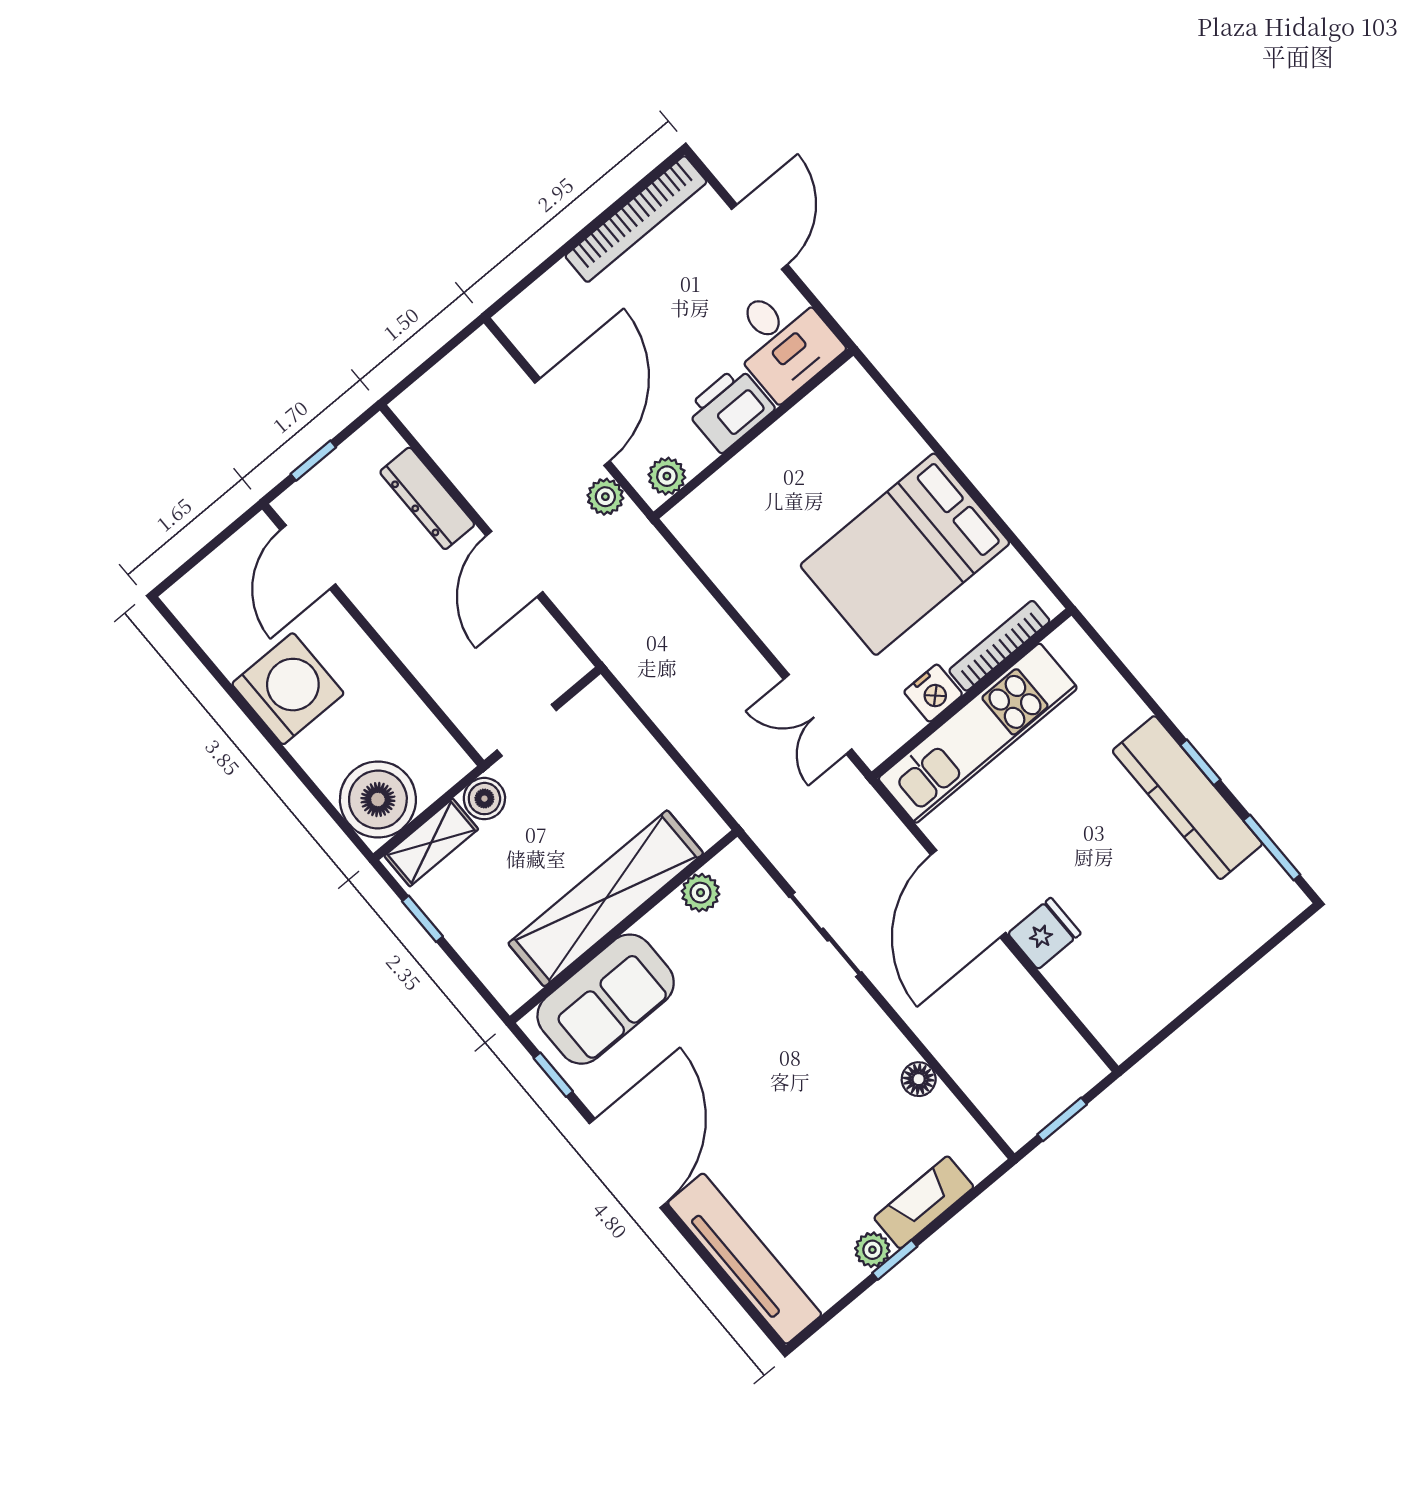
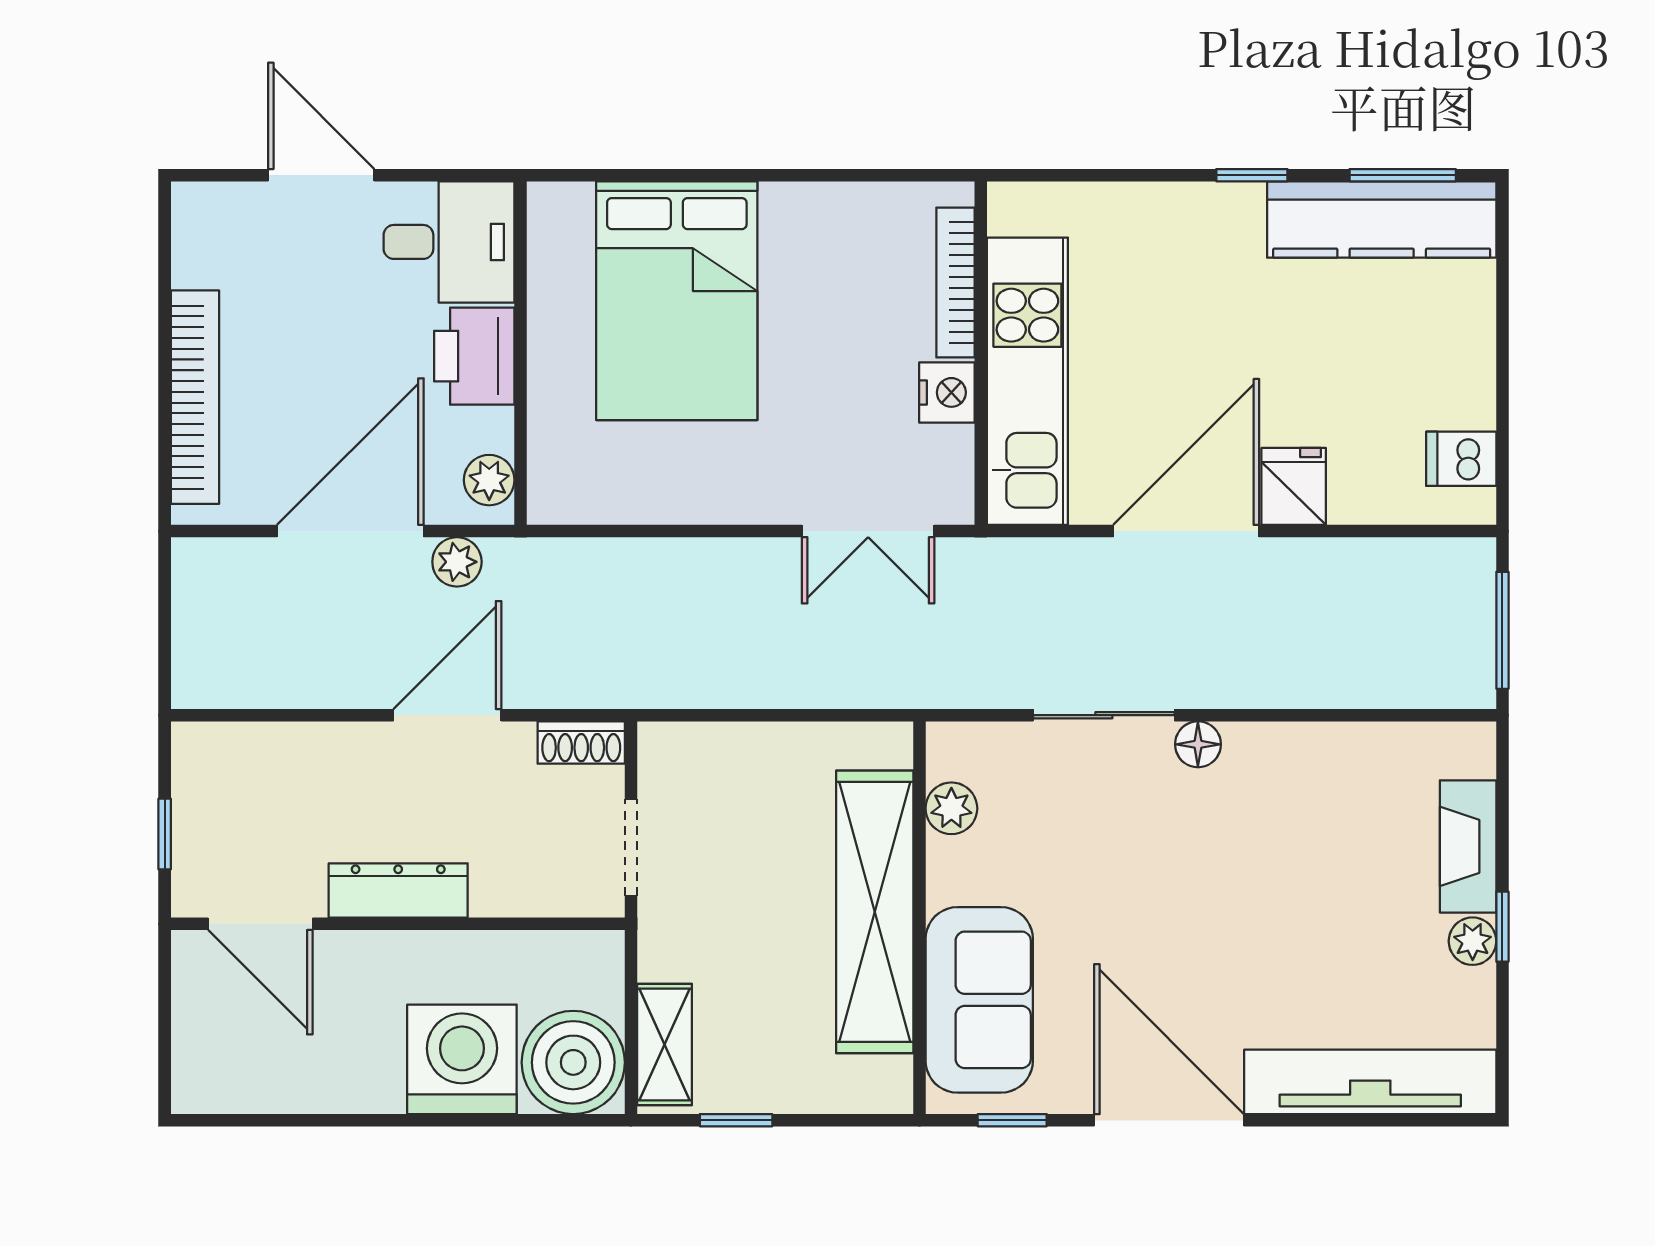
bookcase: (636, 219) -> (195, 397), moved
door: (572, 422) -> (350, 531), hinge flipped
dresser: (427, 498) -> (398, 890), moved, turned 180
bed: (905, 554) -> (677, 301), moved
door: (514, 564) -> (447, 715), swing flipped
shoe rack: (562, 652) -> (581, 743), added
washing machine: (288, 689) -> (462, 1059), moved
kitchen counter: (1187, 798) -> (1382, 220), moved
boiler: (484, 799) -> (665, 951), removed
door: (968, 894) -> (1186, 531), swing flipped
dishwasher: (1139, 1015) -> (1461, 459), added
floor lamp: (919, 1079) -> (1198, 744), moved
window: (1062, 1119) -> (1502, 630), width x1.50

